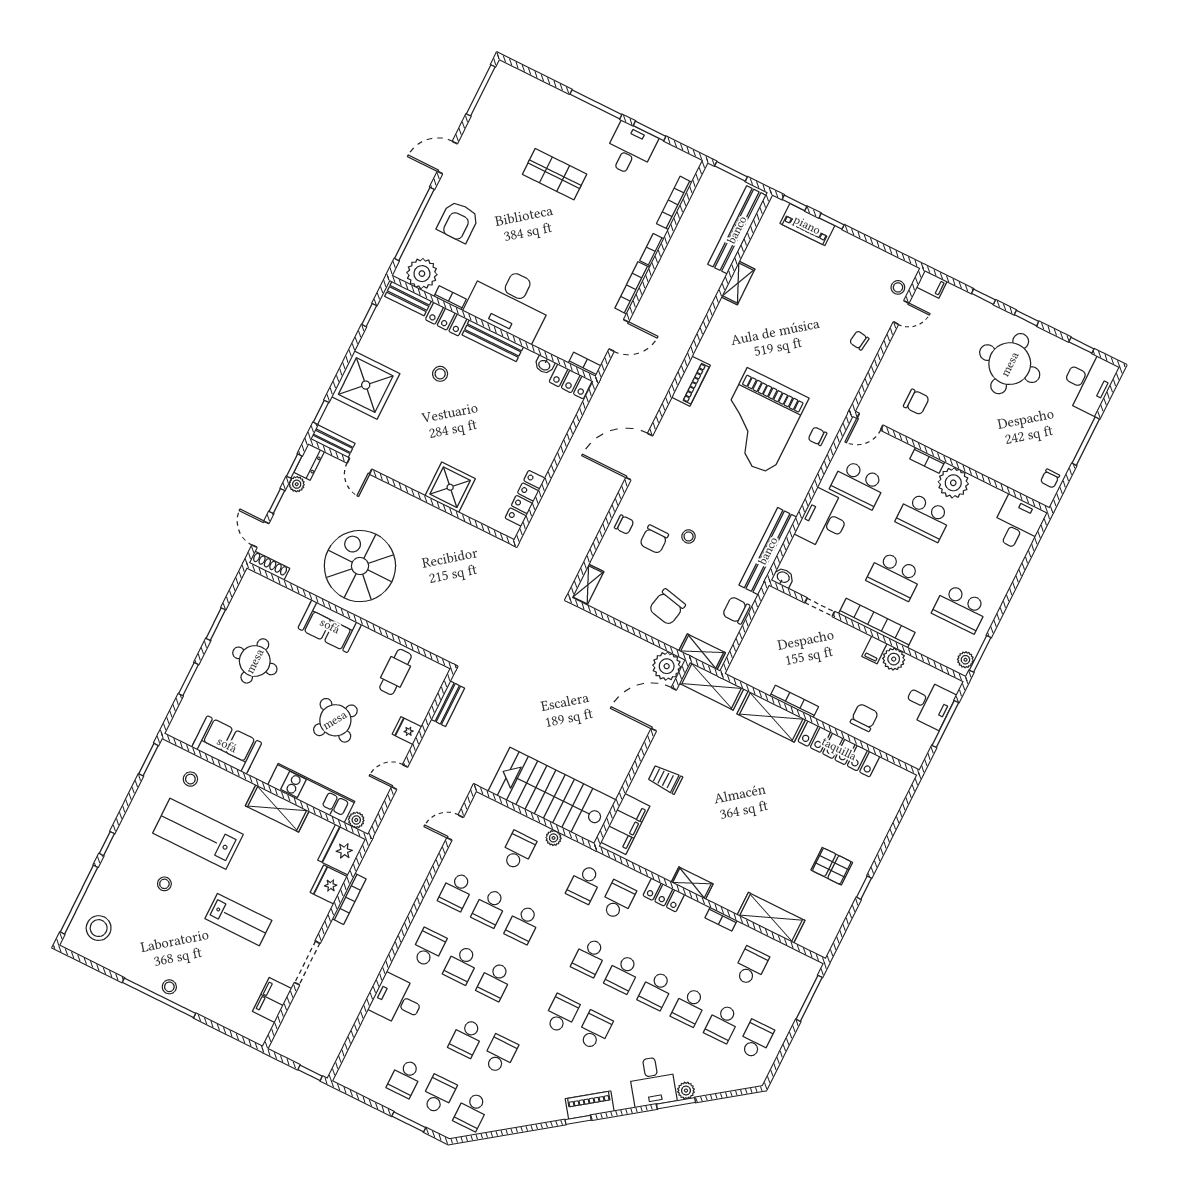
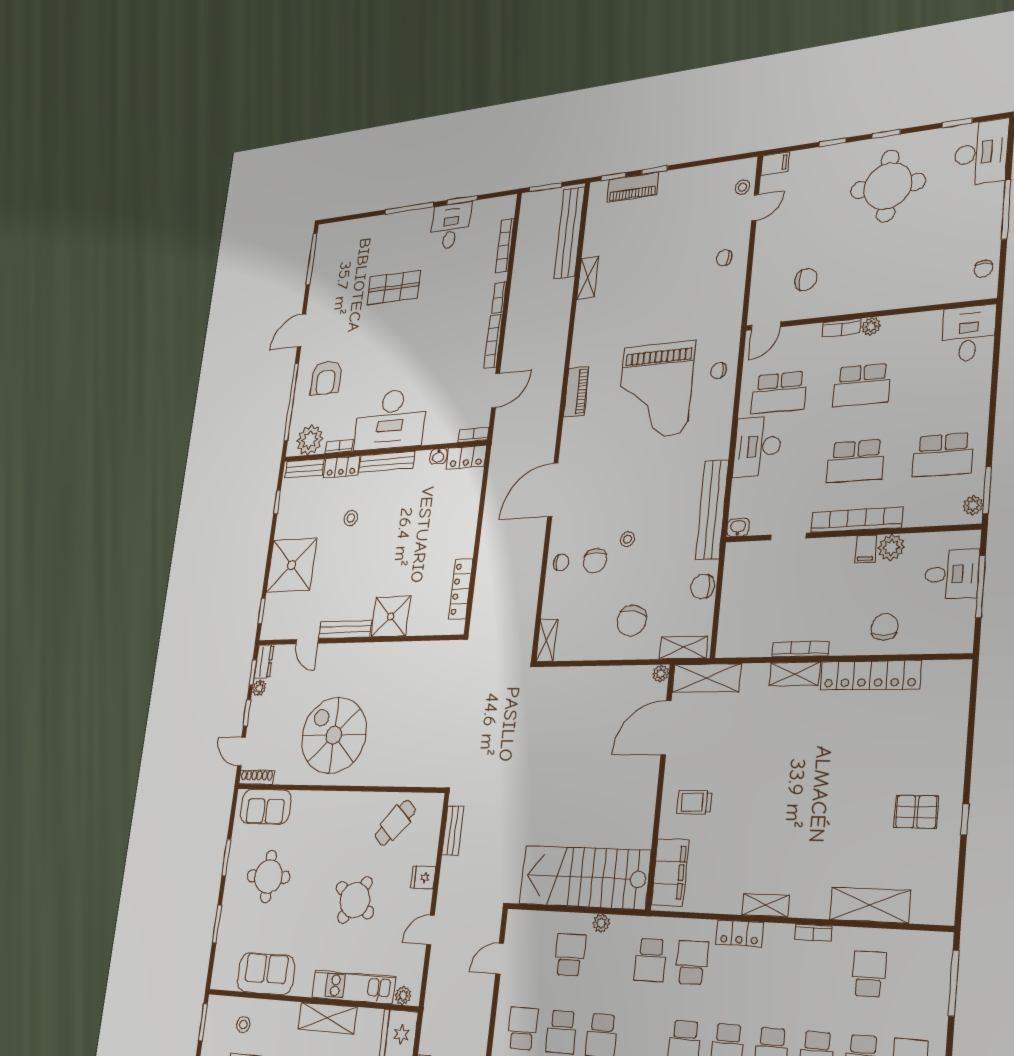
bench: (333, 441) -> (345, 629), moved, width x1.36
plant: (953, 483) -> (871, 326), width x0.53, depth x0.53
sofa: (330, 626) -> (266, 807), moved
plant: (667, 666) -> (661, 674), width x0.53, depth x0.53
cafe table: (396, 672) -> (395, 823), turned 42
shelving: (771, 717) -> (795, 674), width x0.67, depth x0.75
school desk: (456, 891) -> (522, 1029), turned 180

